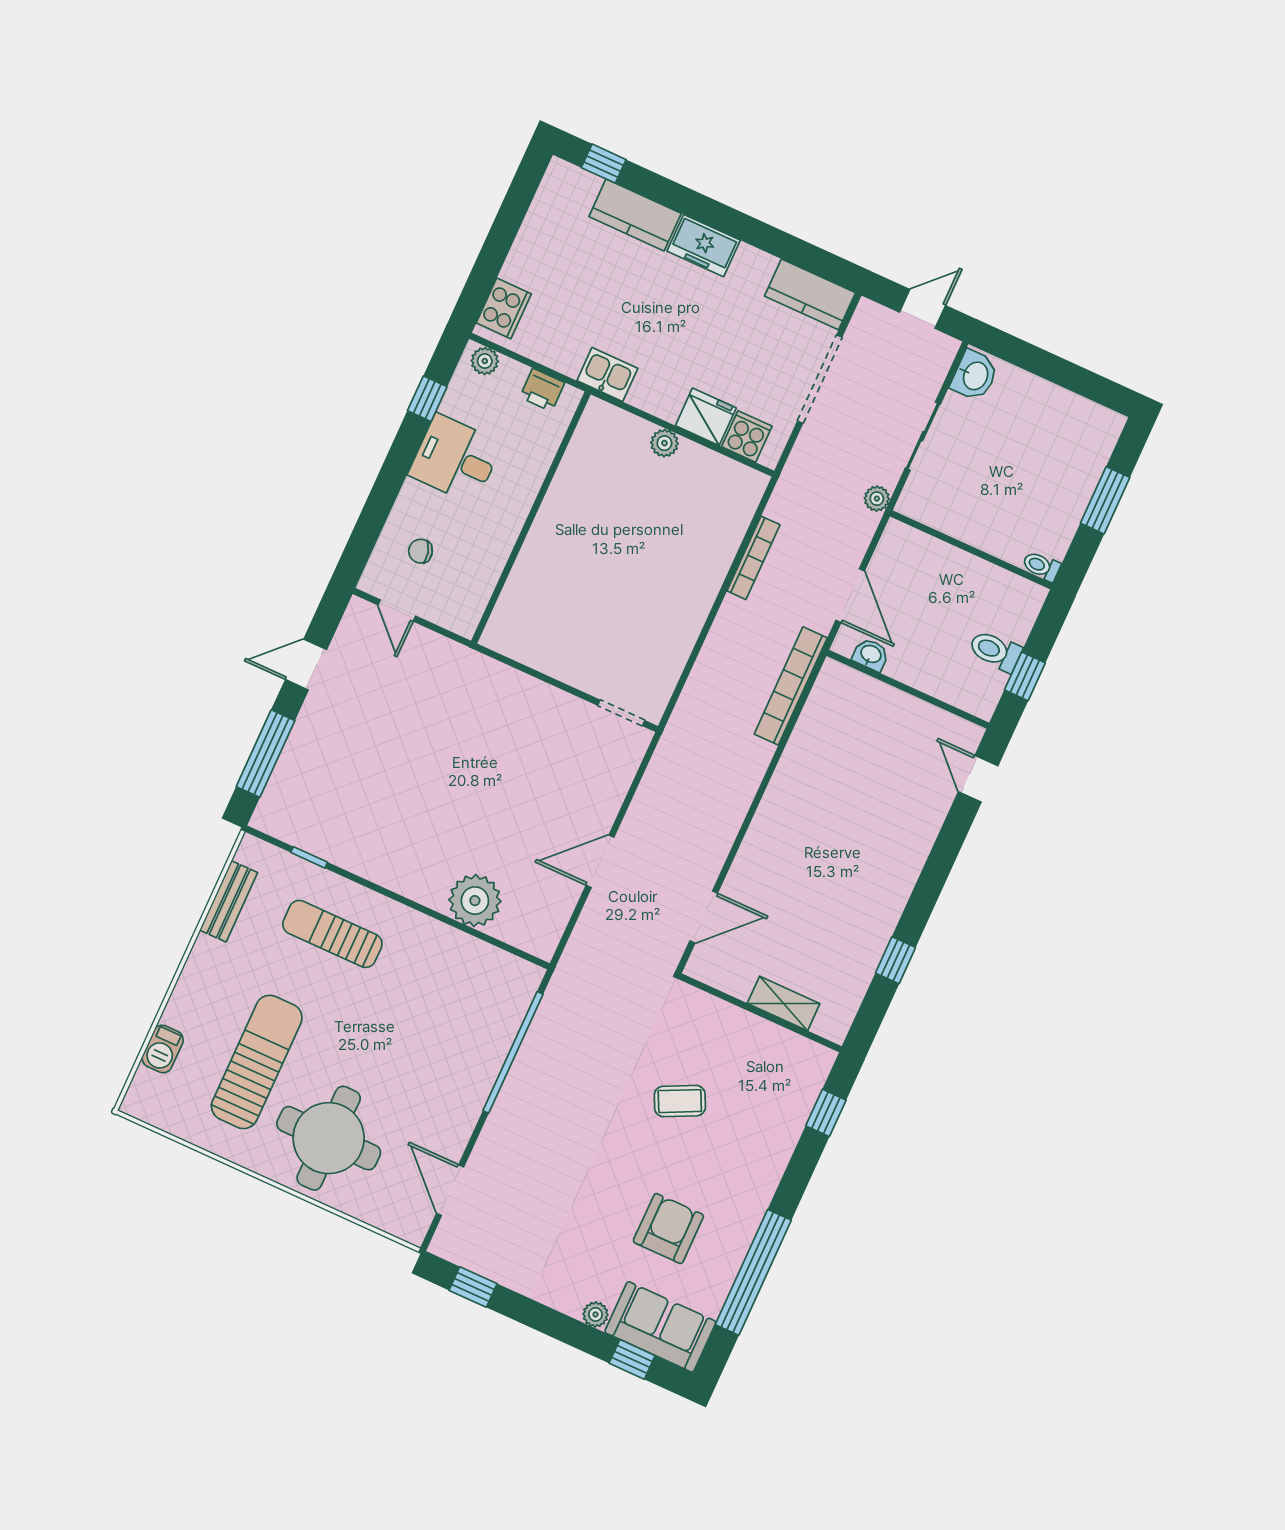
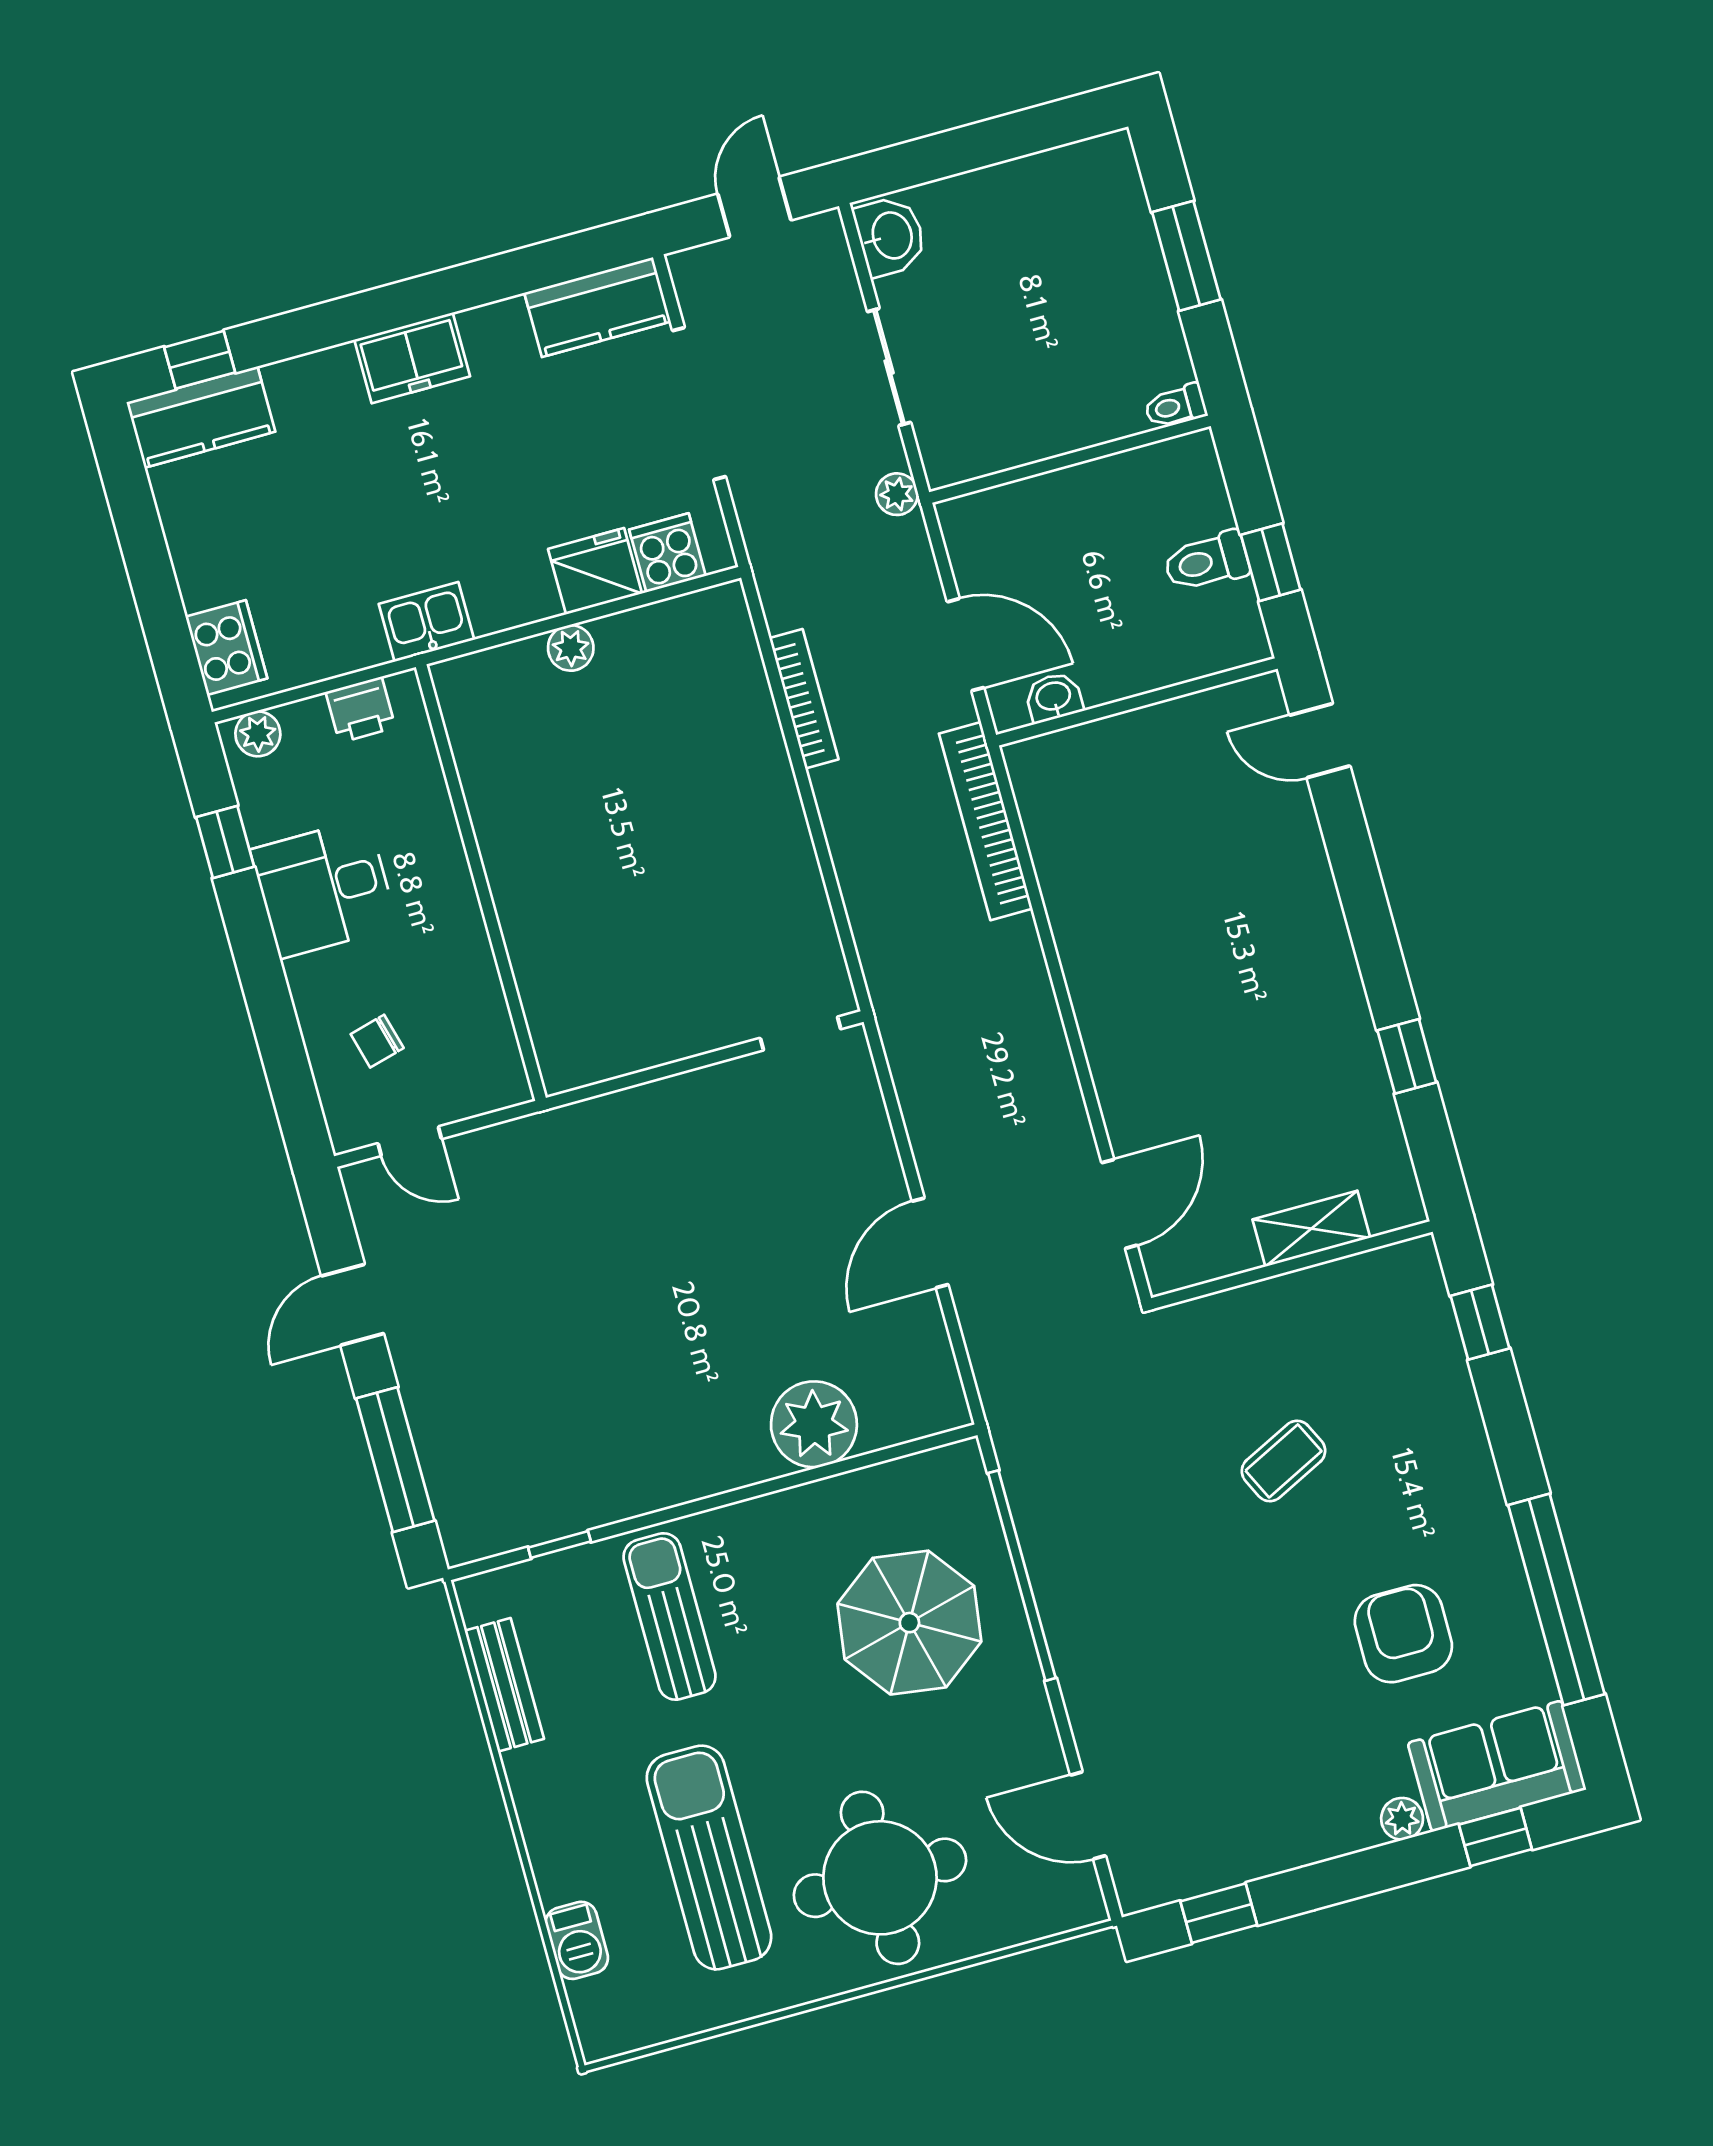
kitchen counter: (635, 215) -> (201, 417), moved
sun lounger: (332, 934) -> (670, 1617), turned 90
parasol: (442, 1030) -> (909, 1623), added

